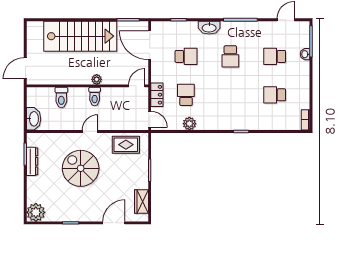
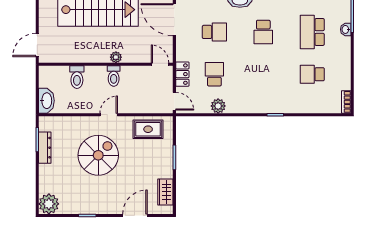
school desk: (275, 56) -> (312, 32), width x1.85
door: (137, 86) -> (160, 64), hinge flipped
spiral stairs: (81, 168) -> (98, 155), turned 90

